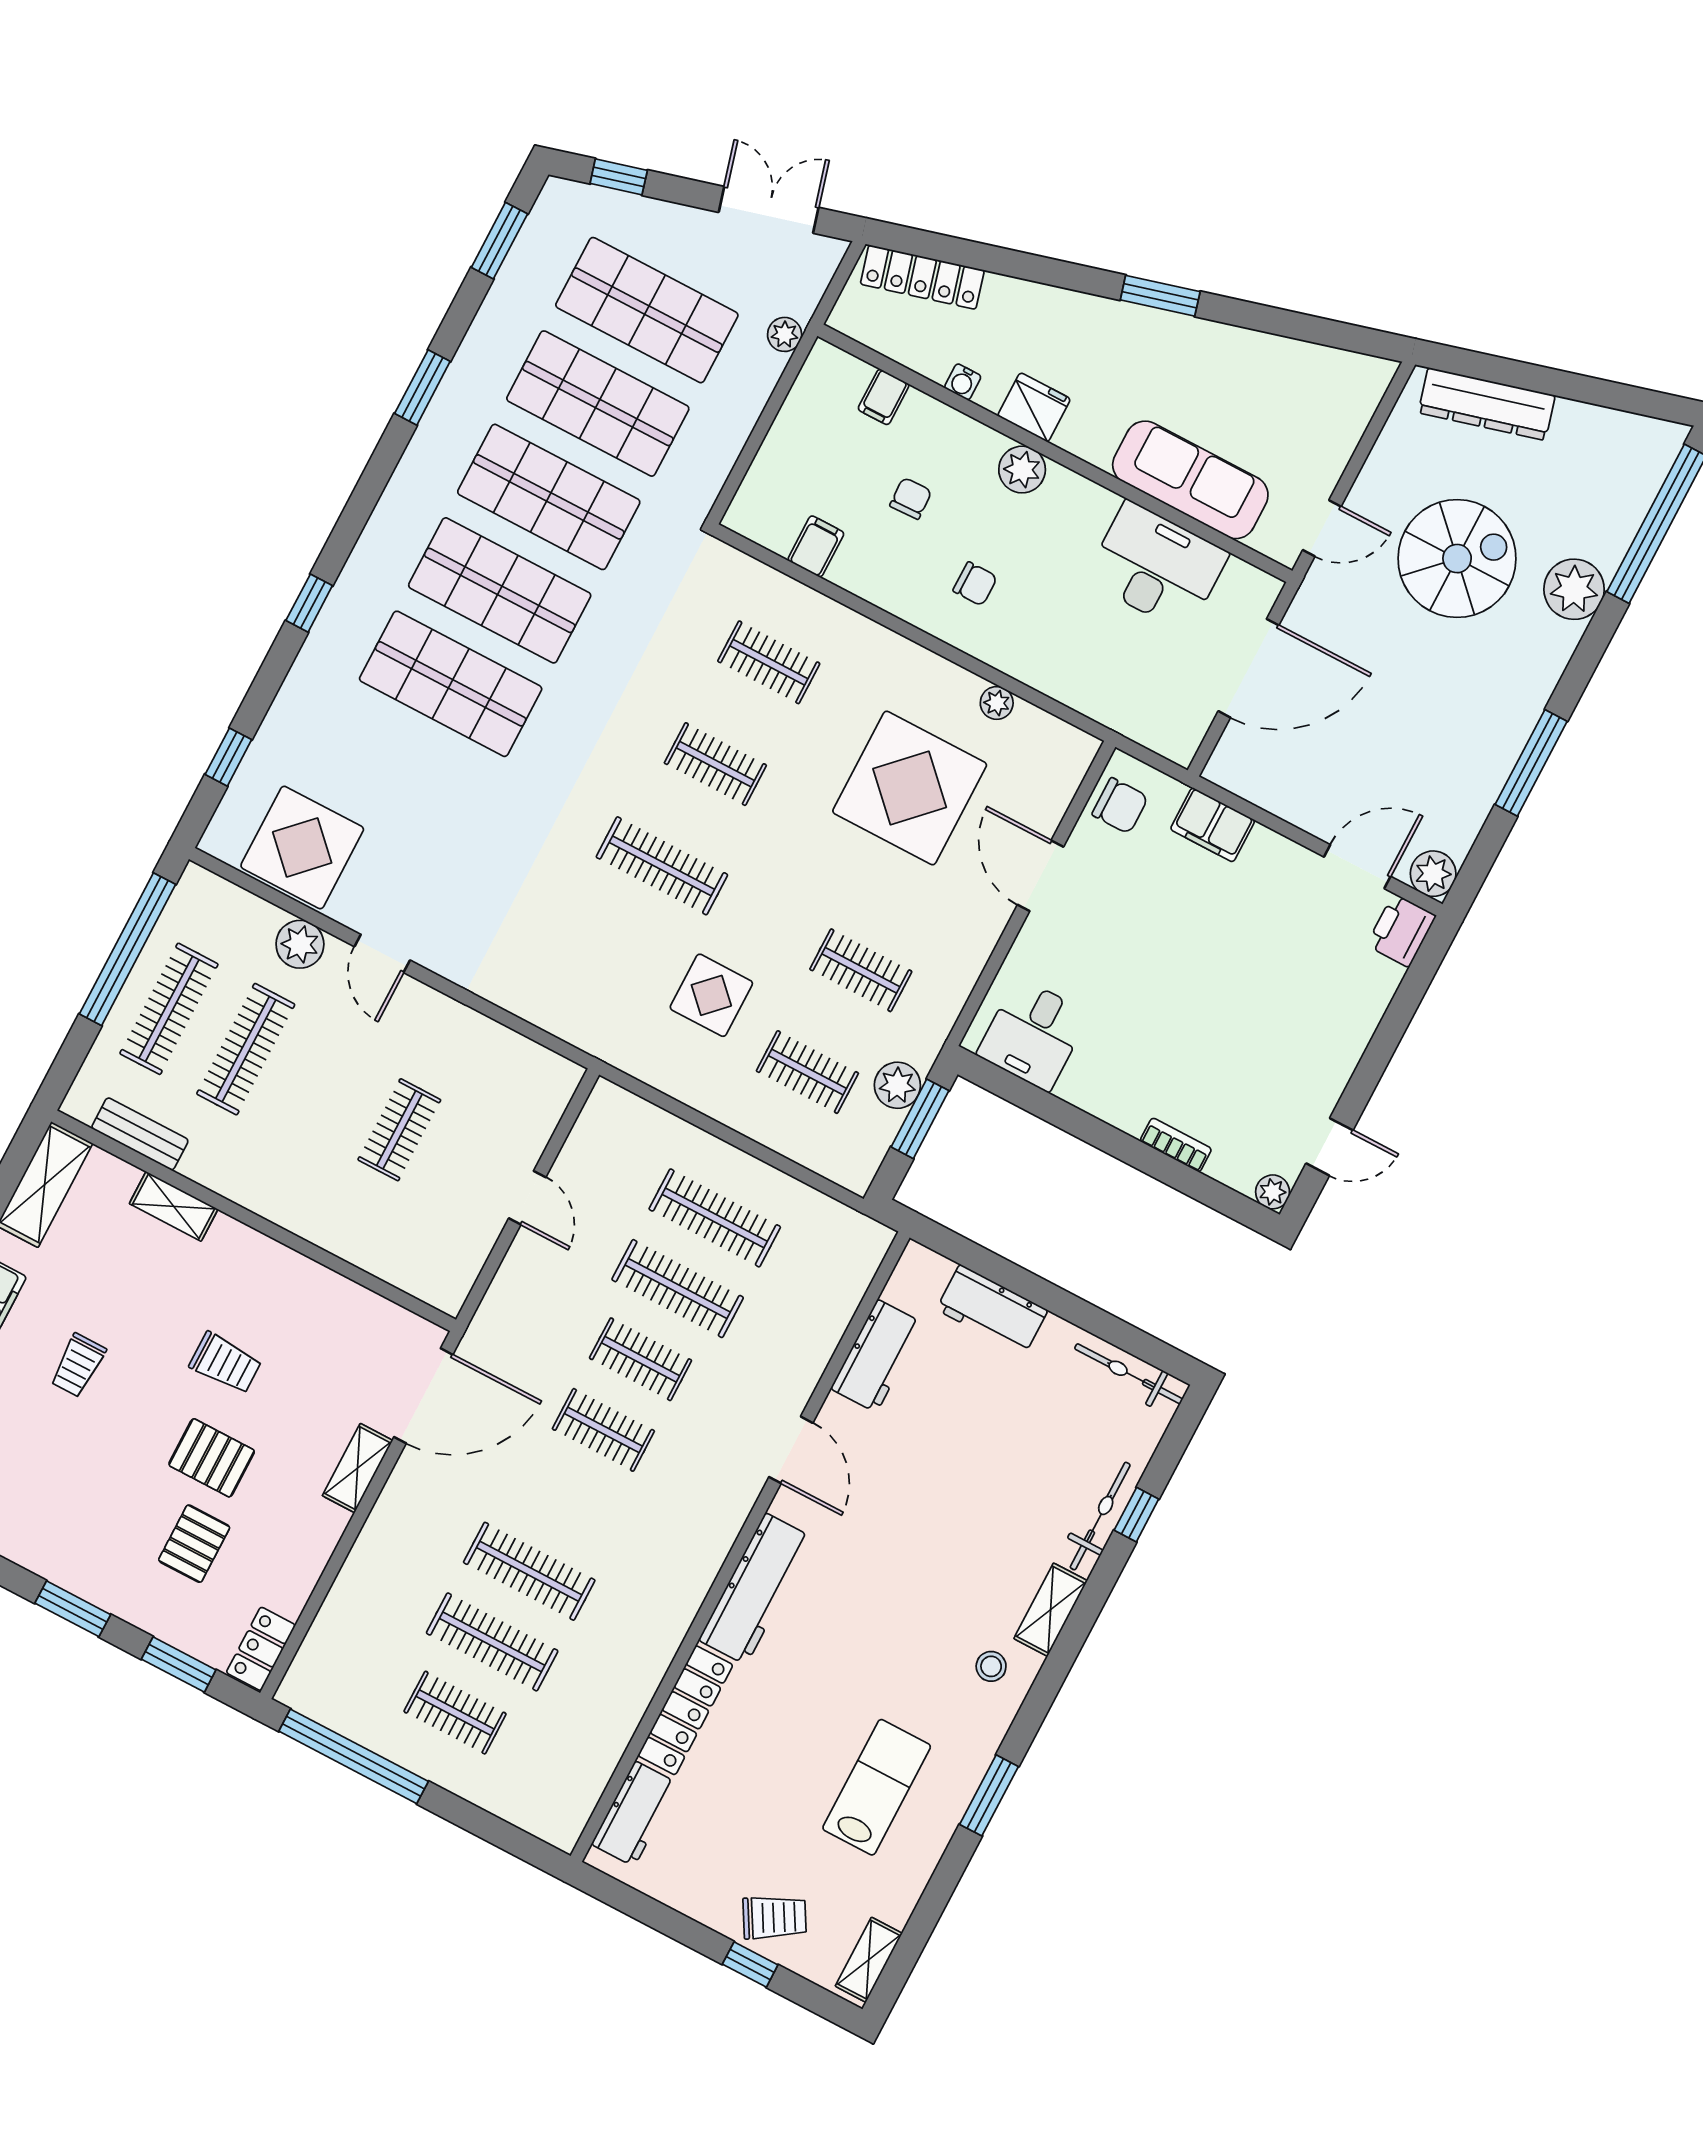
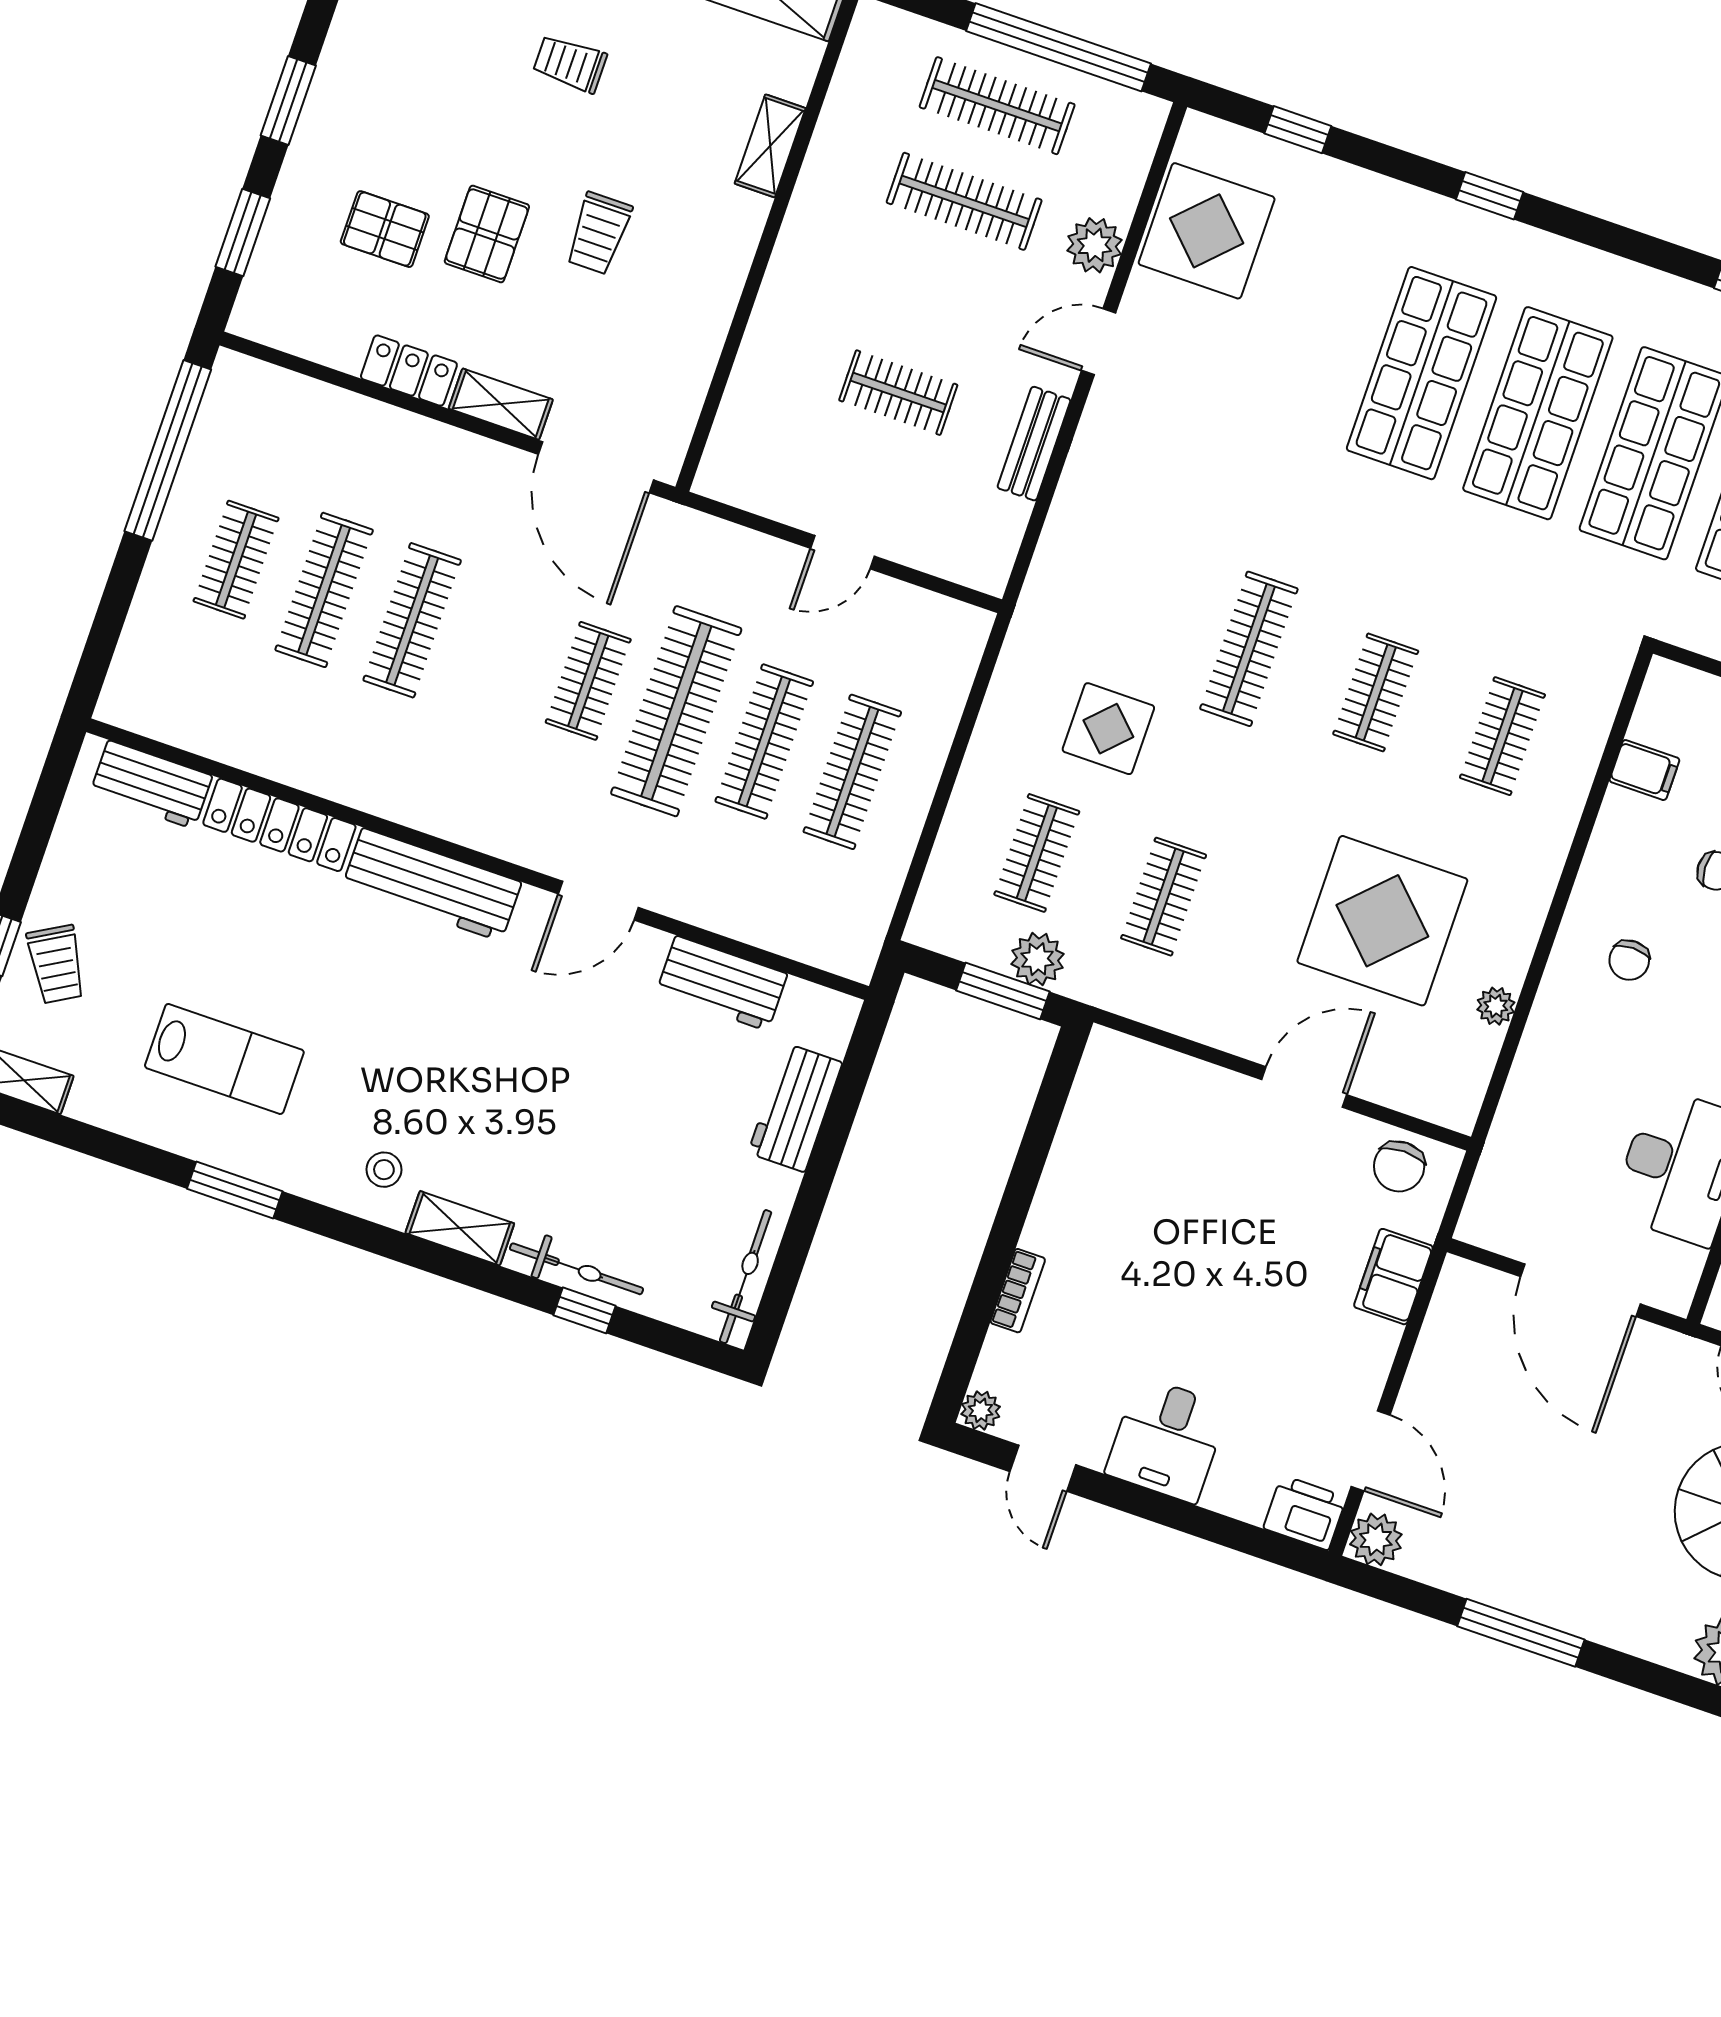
desk: (1033, 1034) -> (1167, 1440), moved, turned -90
bench: (140, 1134) -> (1034, 444), moved
clothes rail: (641, 1359) -> (676, 711), width x1.86, depth x1.31
locker: (261, 1649) -> (409, 371), moved

